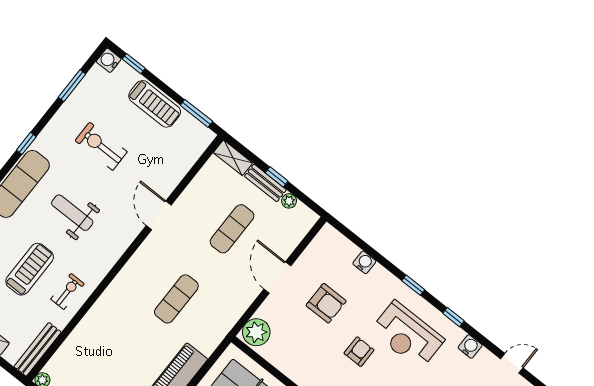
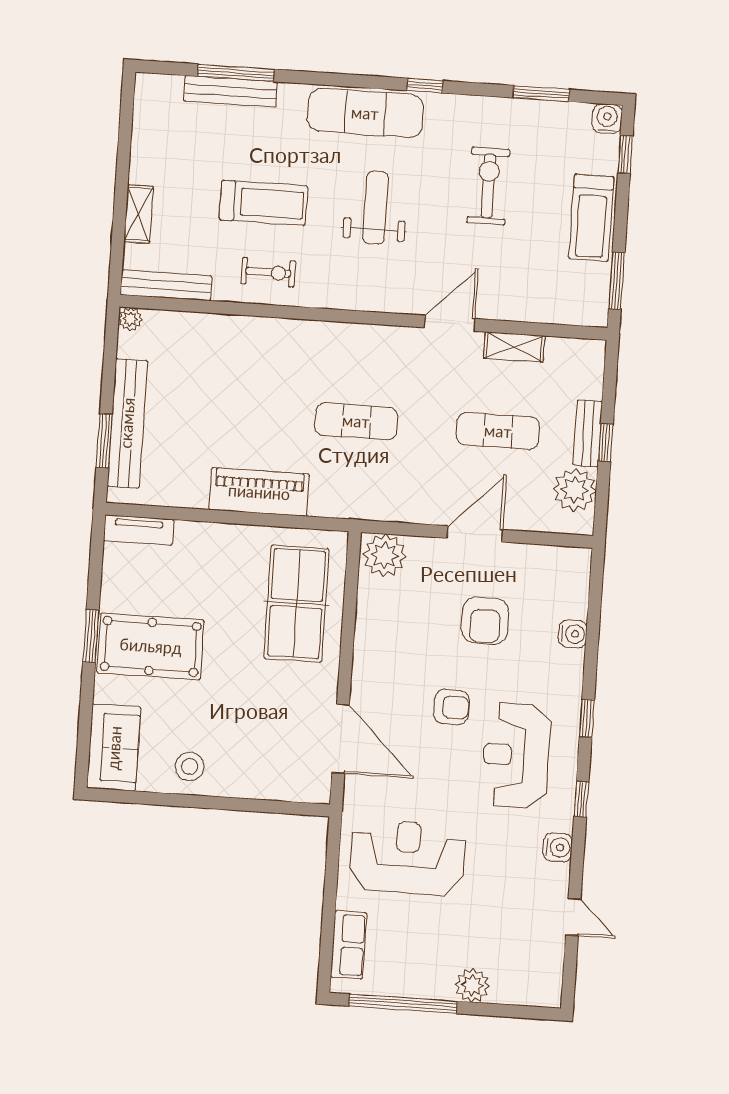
shelving: (233, 158) -> (514, 347), moved, turned 90
plant: (289, 201) -> (575, 490), width x1.88, depth x1.88

